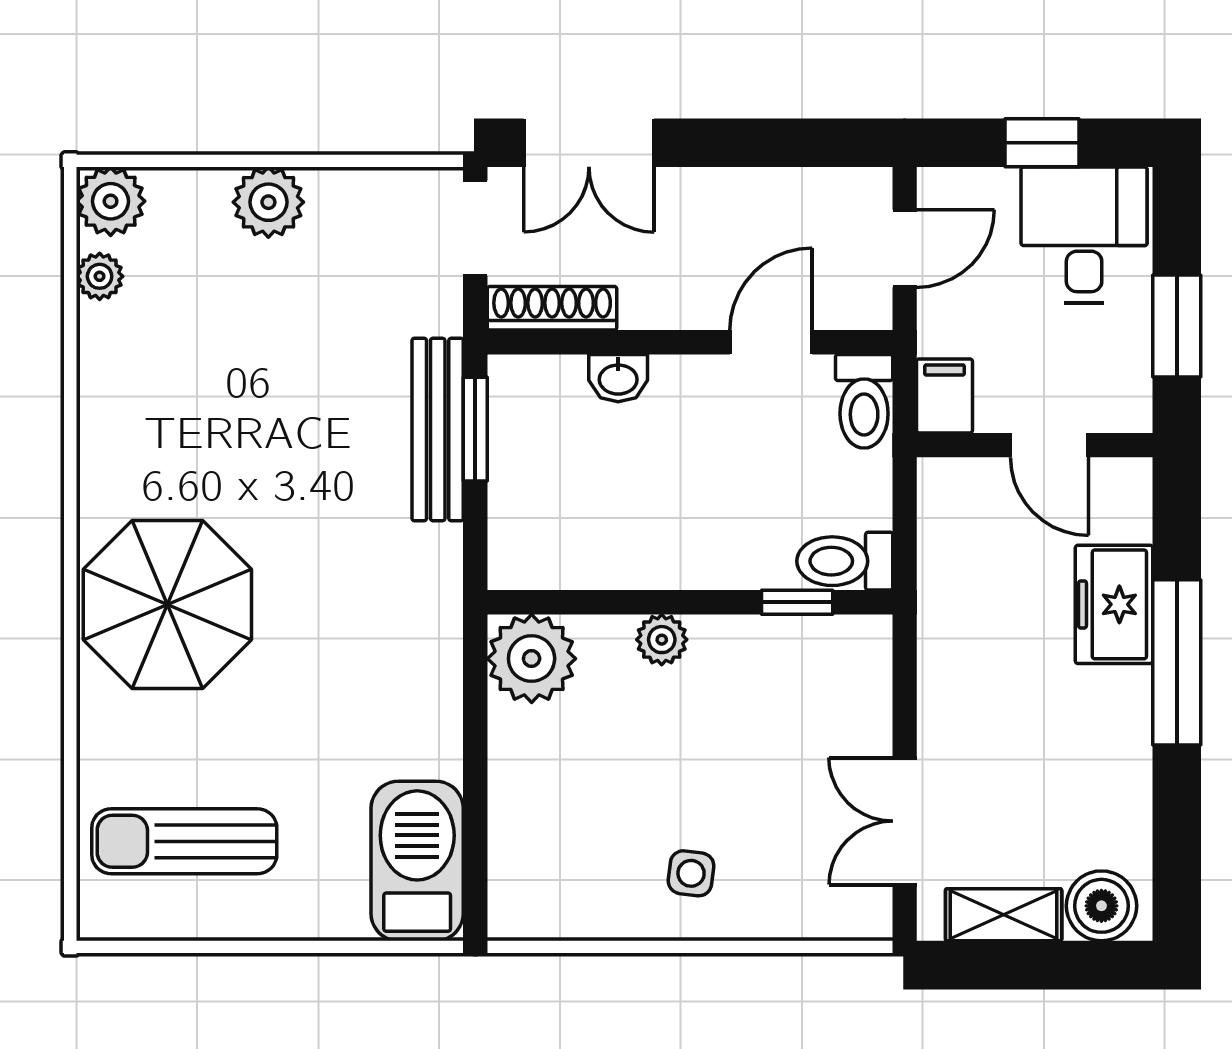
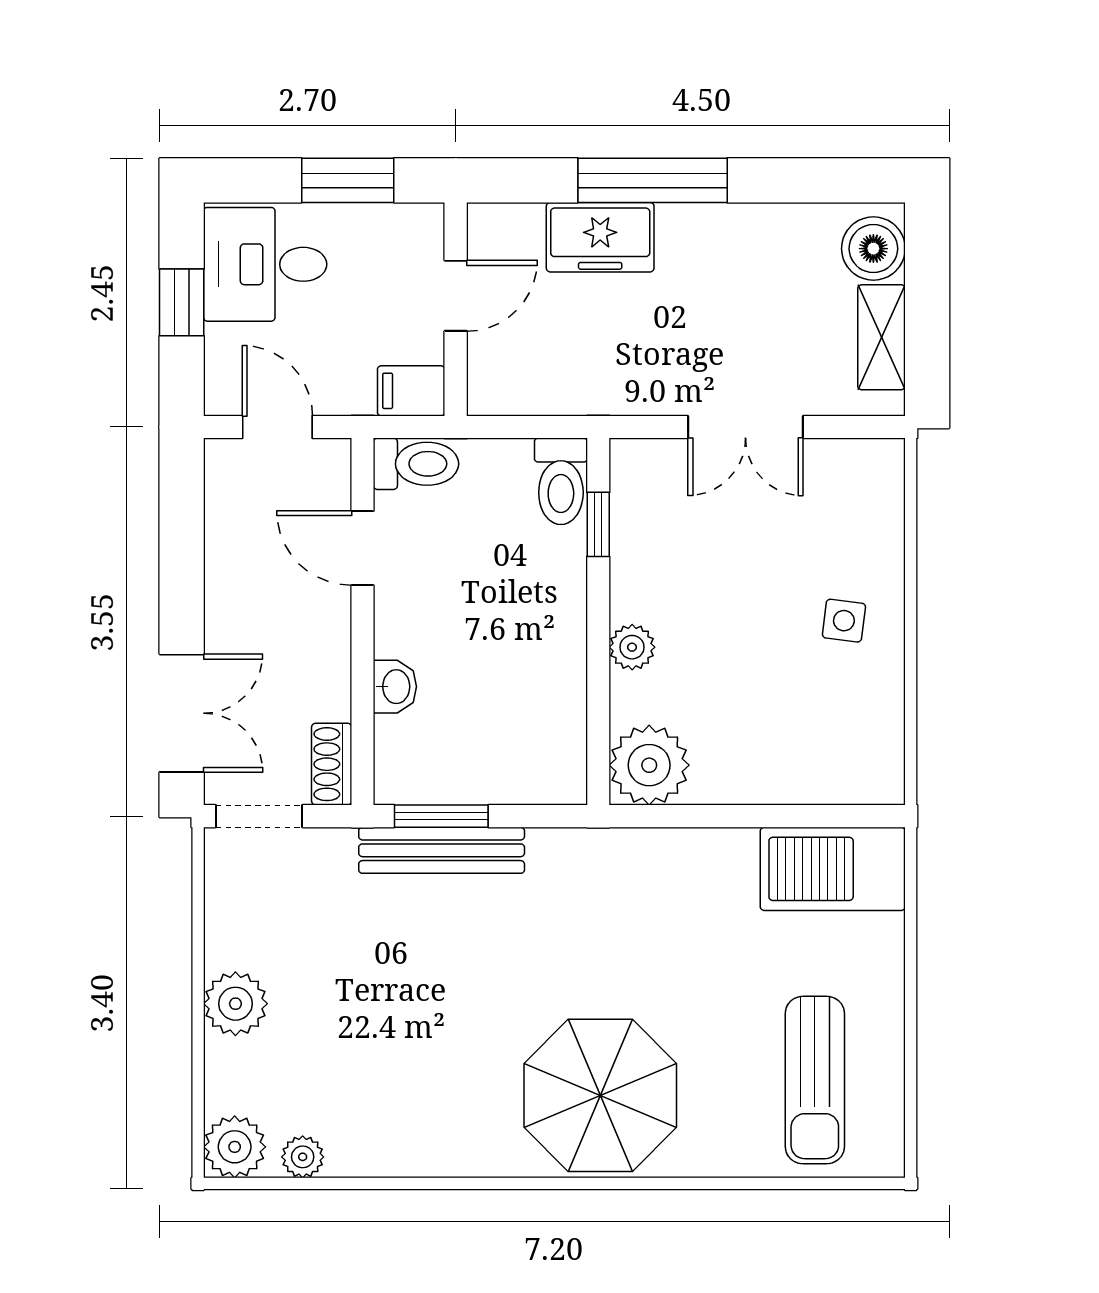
shoe rack: (552, 308) -> (332, 764), width x0.70
double door: (905, 821) -> (745, 427), moved

